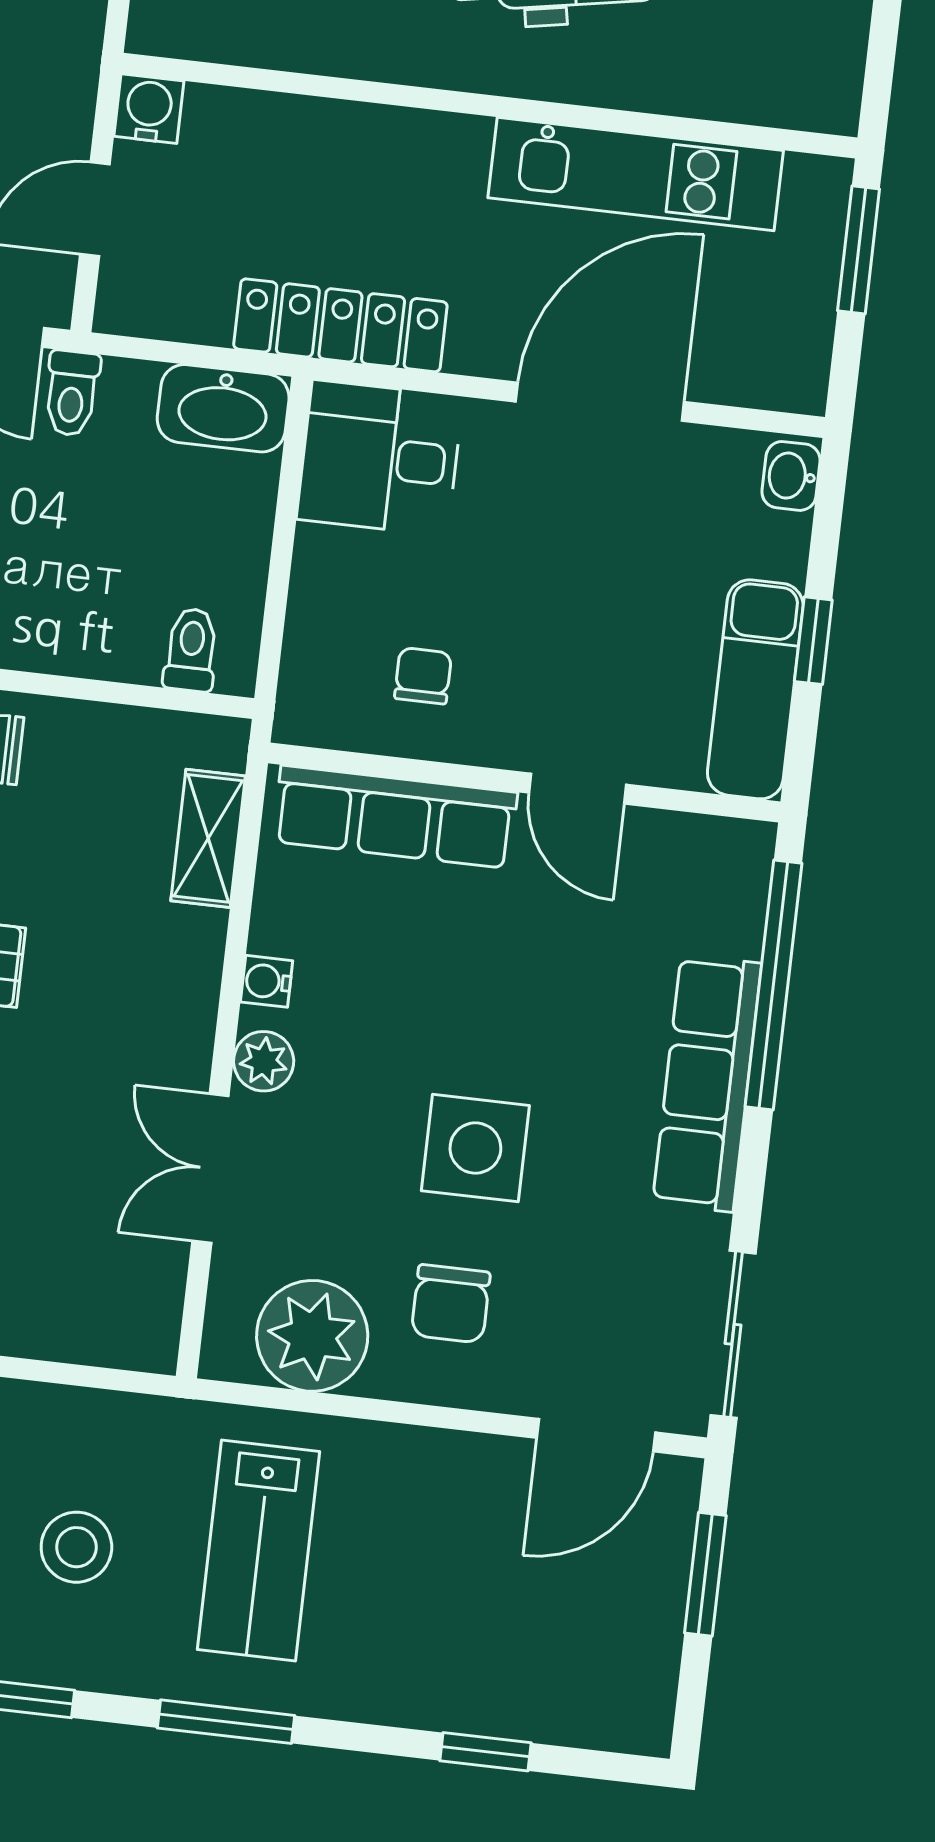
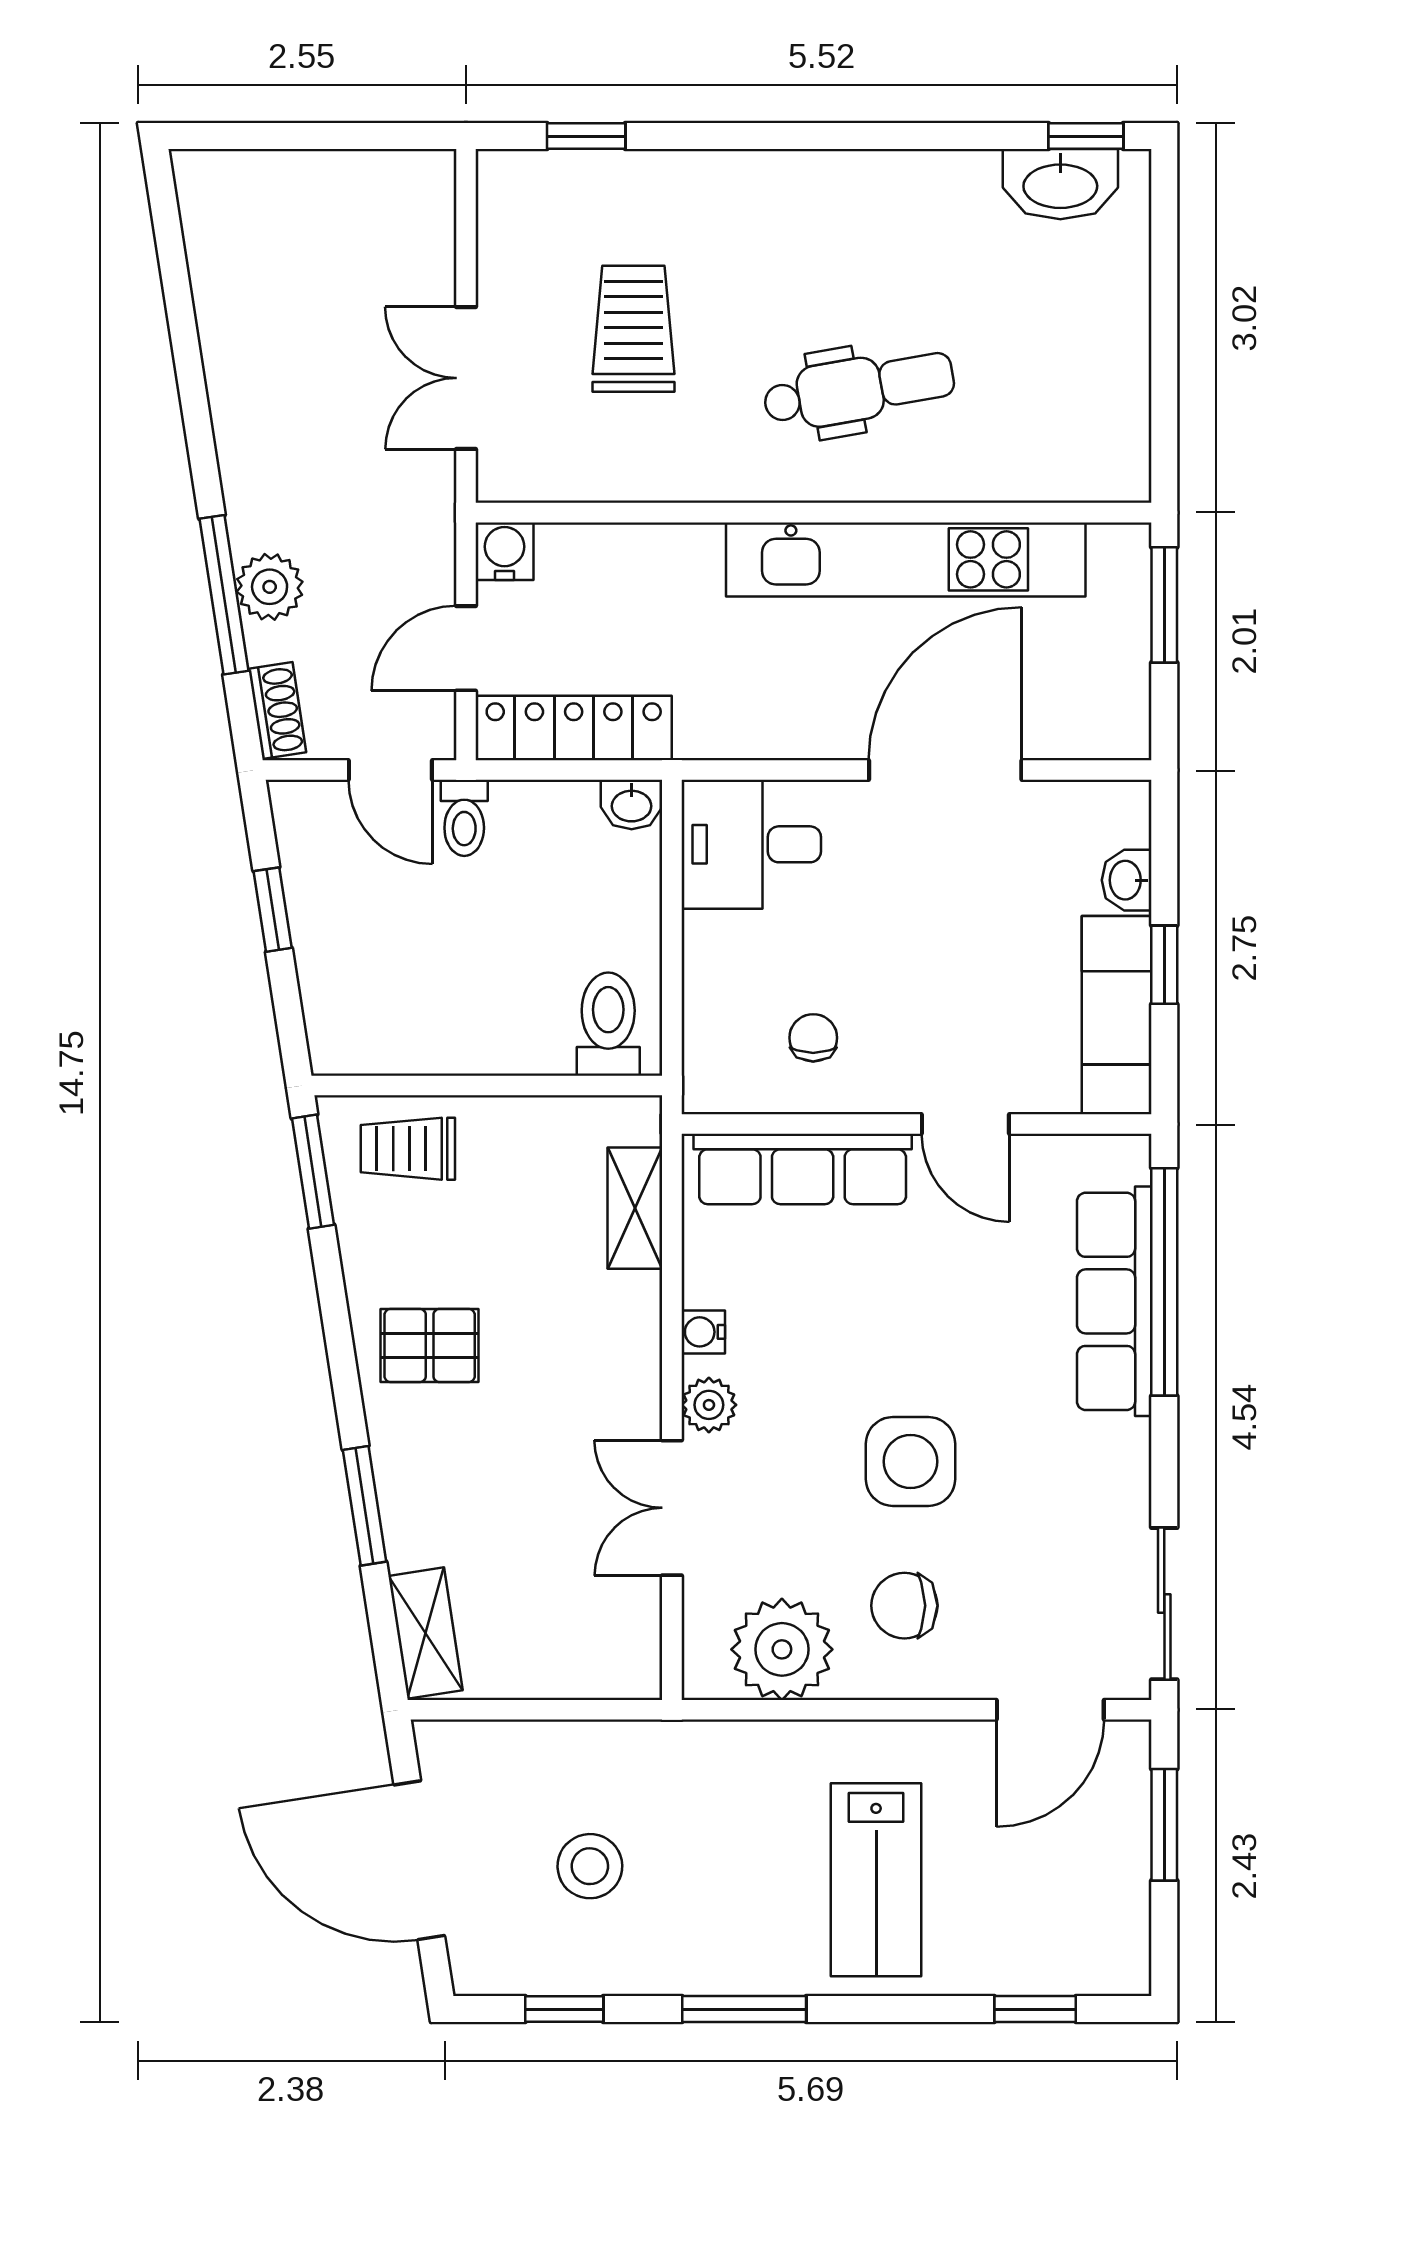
kitchen unit: (636, 174) -> (906, 559), width x1.36
locker: (340, 325) -> (574, 728), moved
washbasin: (223, 408) -> (632, 805), width x0.52, depth x0.69
washbasin: (791, 476) -> (1127, 880), moved
toilet: (191, 650) -> (608, 1024), width x1.37, depth x1.39
row of seats: (707, 1083) -> (1114, 1301), moved
chair: (451, 1304) -> (904, 1606), turned 90
lab bench: (258, 1551) -> (876, 1880), moved
window: (486, 1752) -> (1035, 2009), moved

